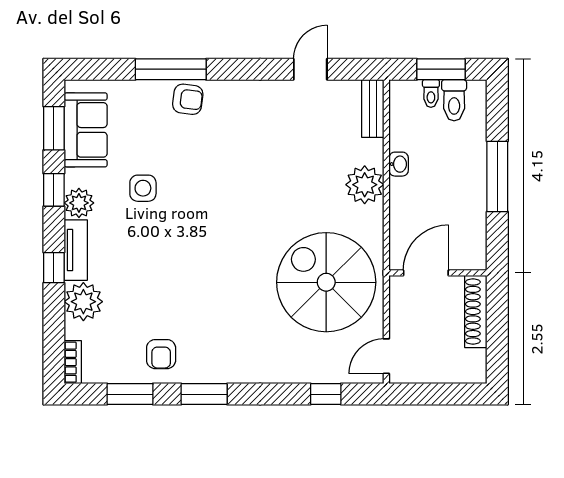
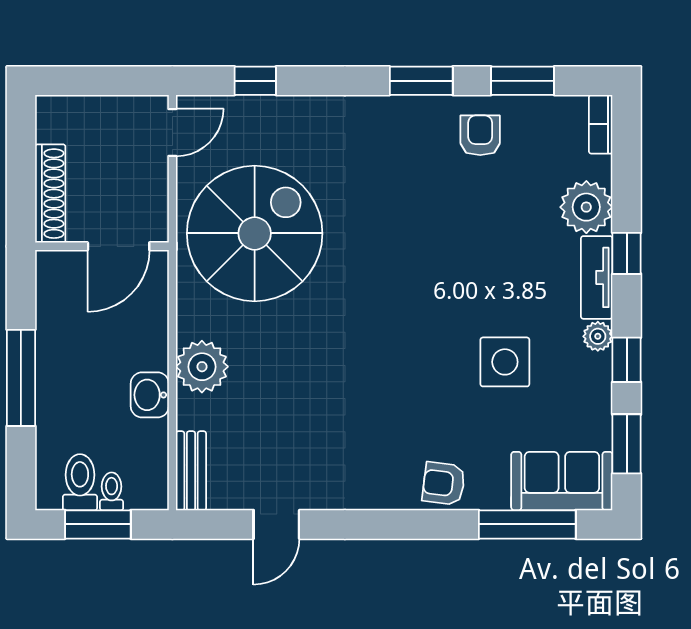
window: (171, 69) -> (527, 524), moved
sofa: (86, 130) -> (562, 481), moved, turned 90
washbasin: (399, 164) -> (150, 395), width x1.38, depth x1.45
side table: (143, 188) -> (505, 362), width x1.37, depth x1.37
plant: (79, 203) -> (598, 336), width x0.73, depth x0.73
spiral stairs: (326, 282) -> (255, 233), turned -90

